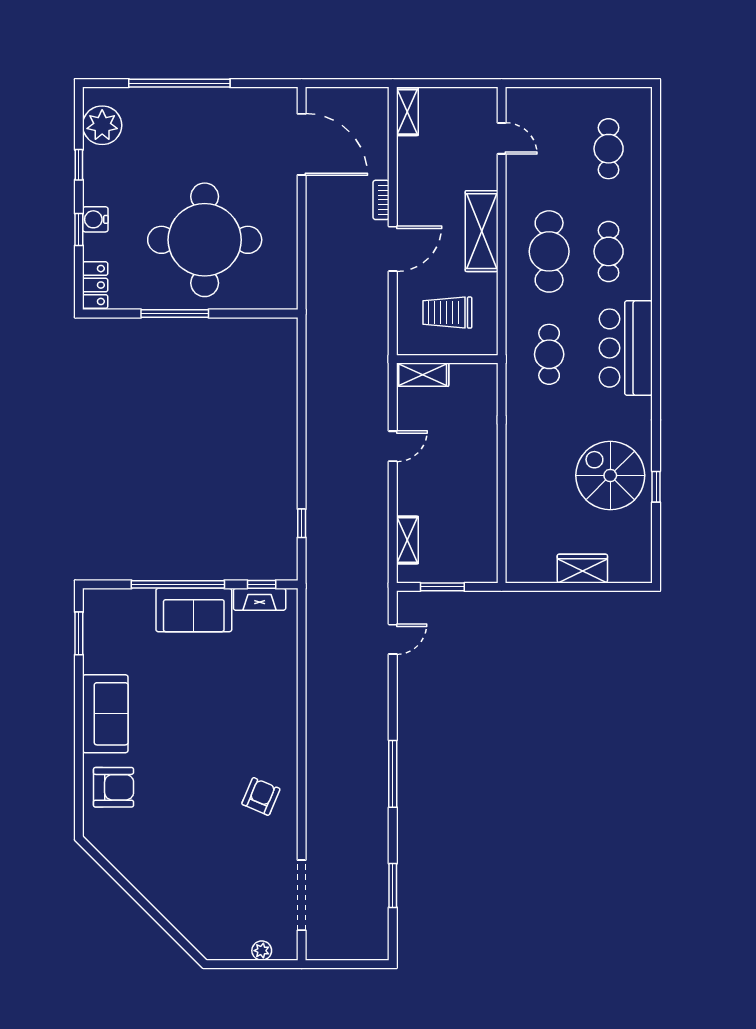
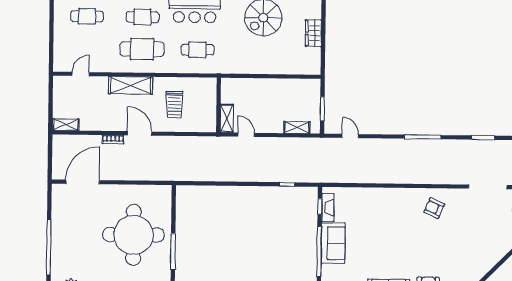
wall: (447, 359) -> (219, 105), moved
shelving: (423, 375) -> (227, 118), moved

